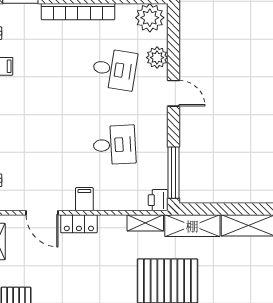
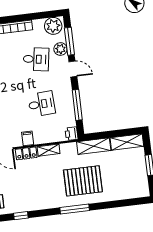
window: (174, 46) -> (69, 41), added
window: (174, 173) -> (77, 105), moved
shelving: (145, 223) -> (49, 150), moved

